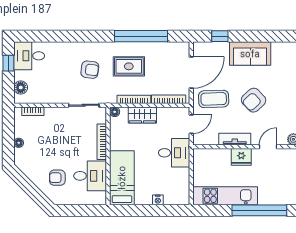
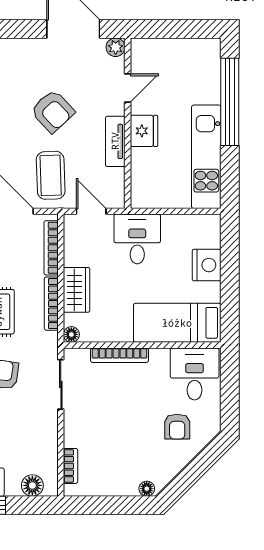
floor lamp: (19, 143) -> (147, 489), moved
door: (268, 147) -> (128, 88), swing flipped
desk: (90, 176) -> (195, 374), moved
nightstand: (158, 200) -> (207, 265), width x1.89, depth x1.79

